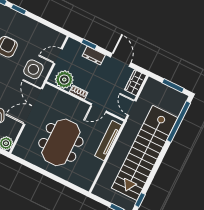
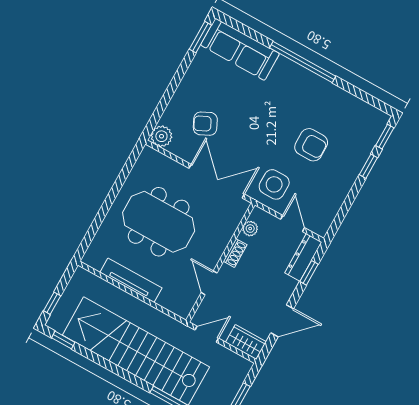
dresser: (94, 55) -> (303, 257), moved, width x1.44
plant: (64, 80) -> (250, 229), width x0.53, depth x0.53
tv unit: (108, 140) -> (131, 280), moved

